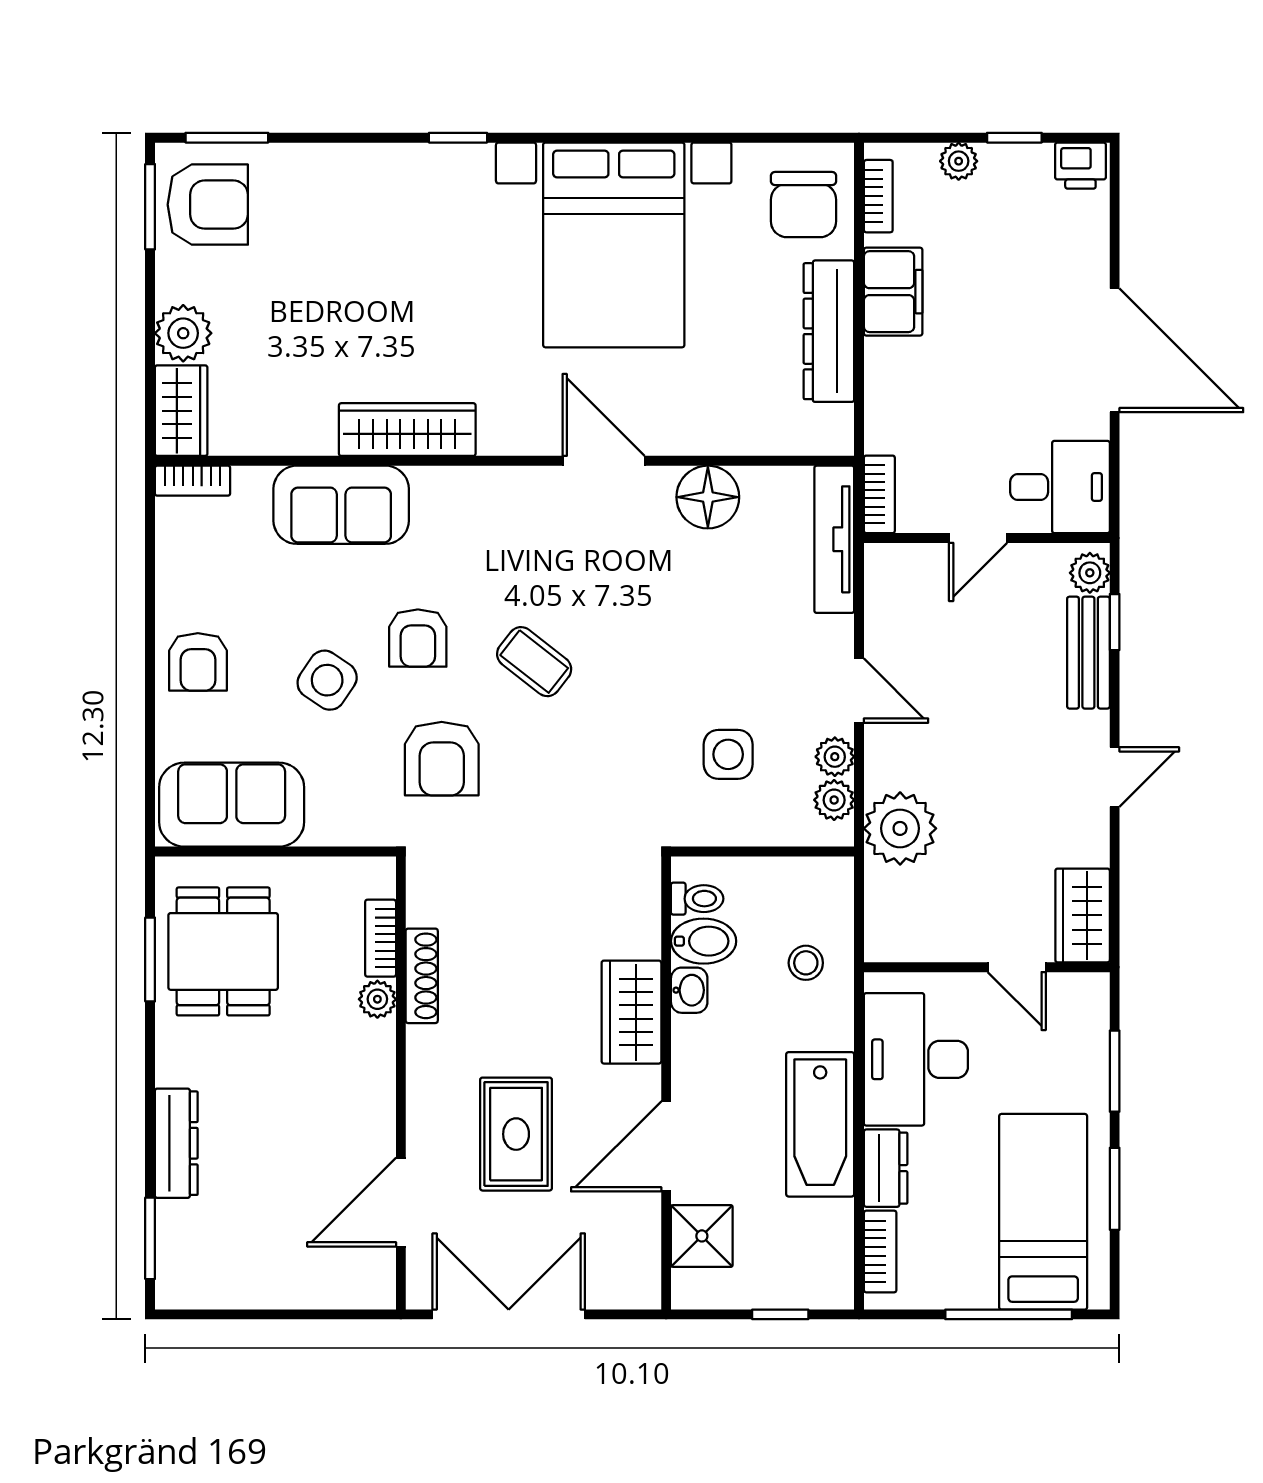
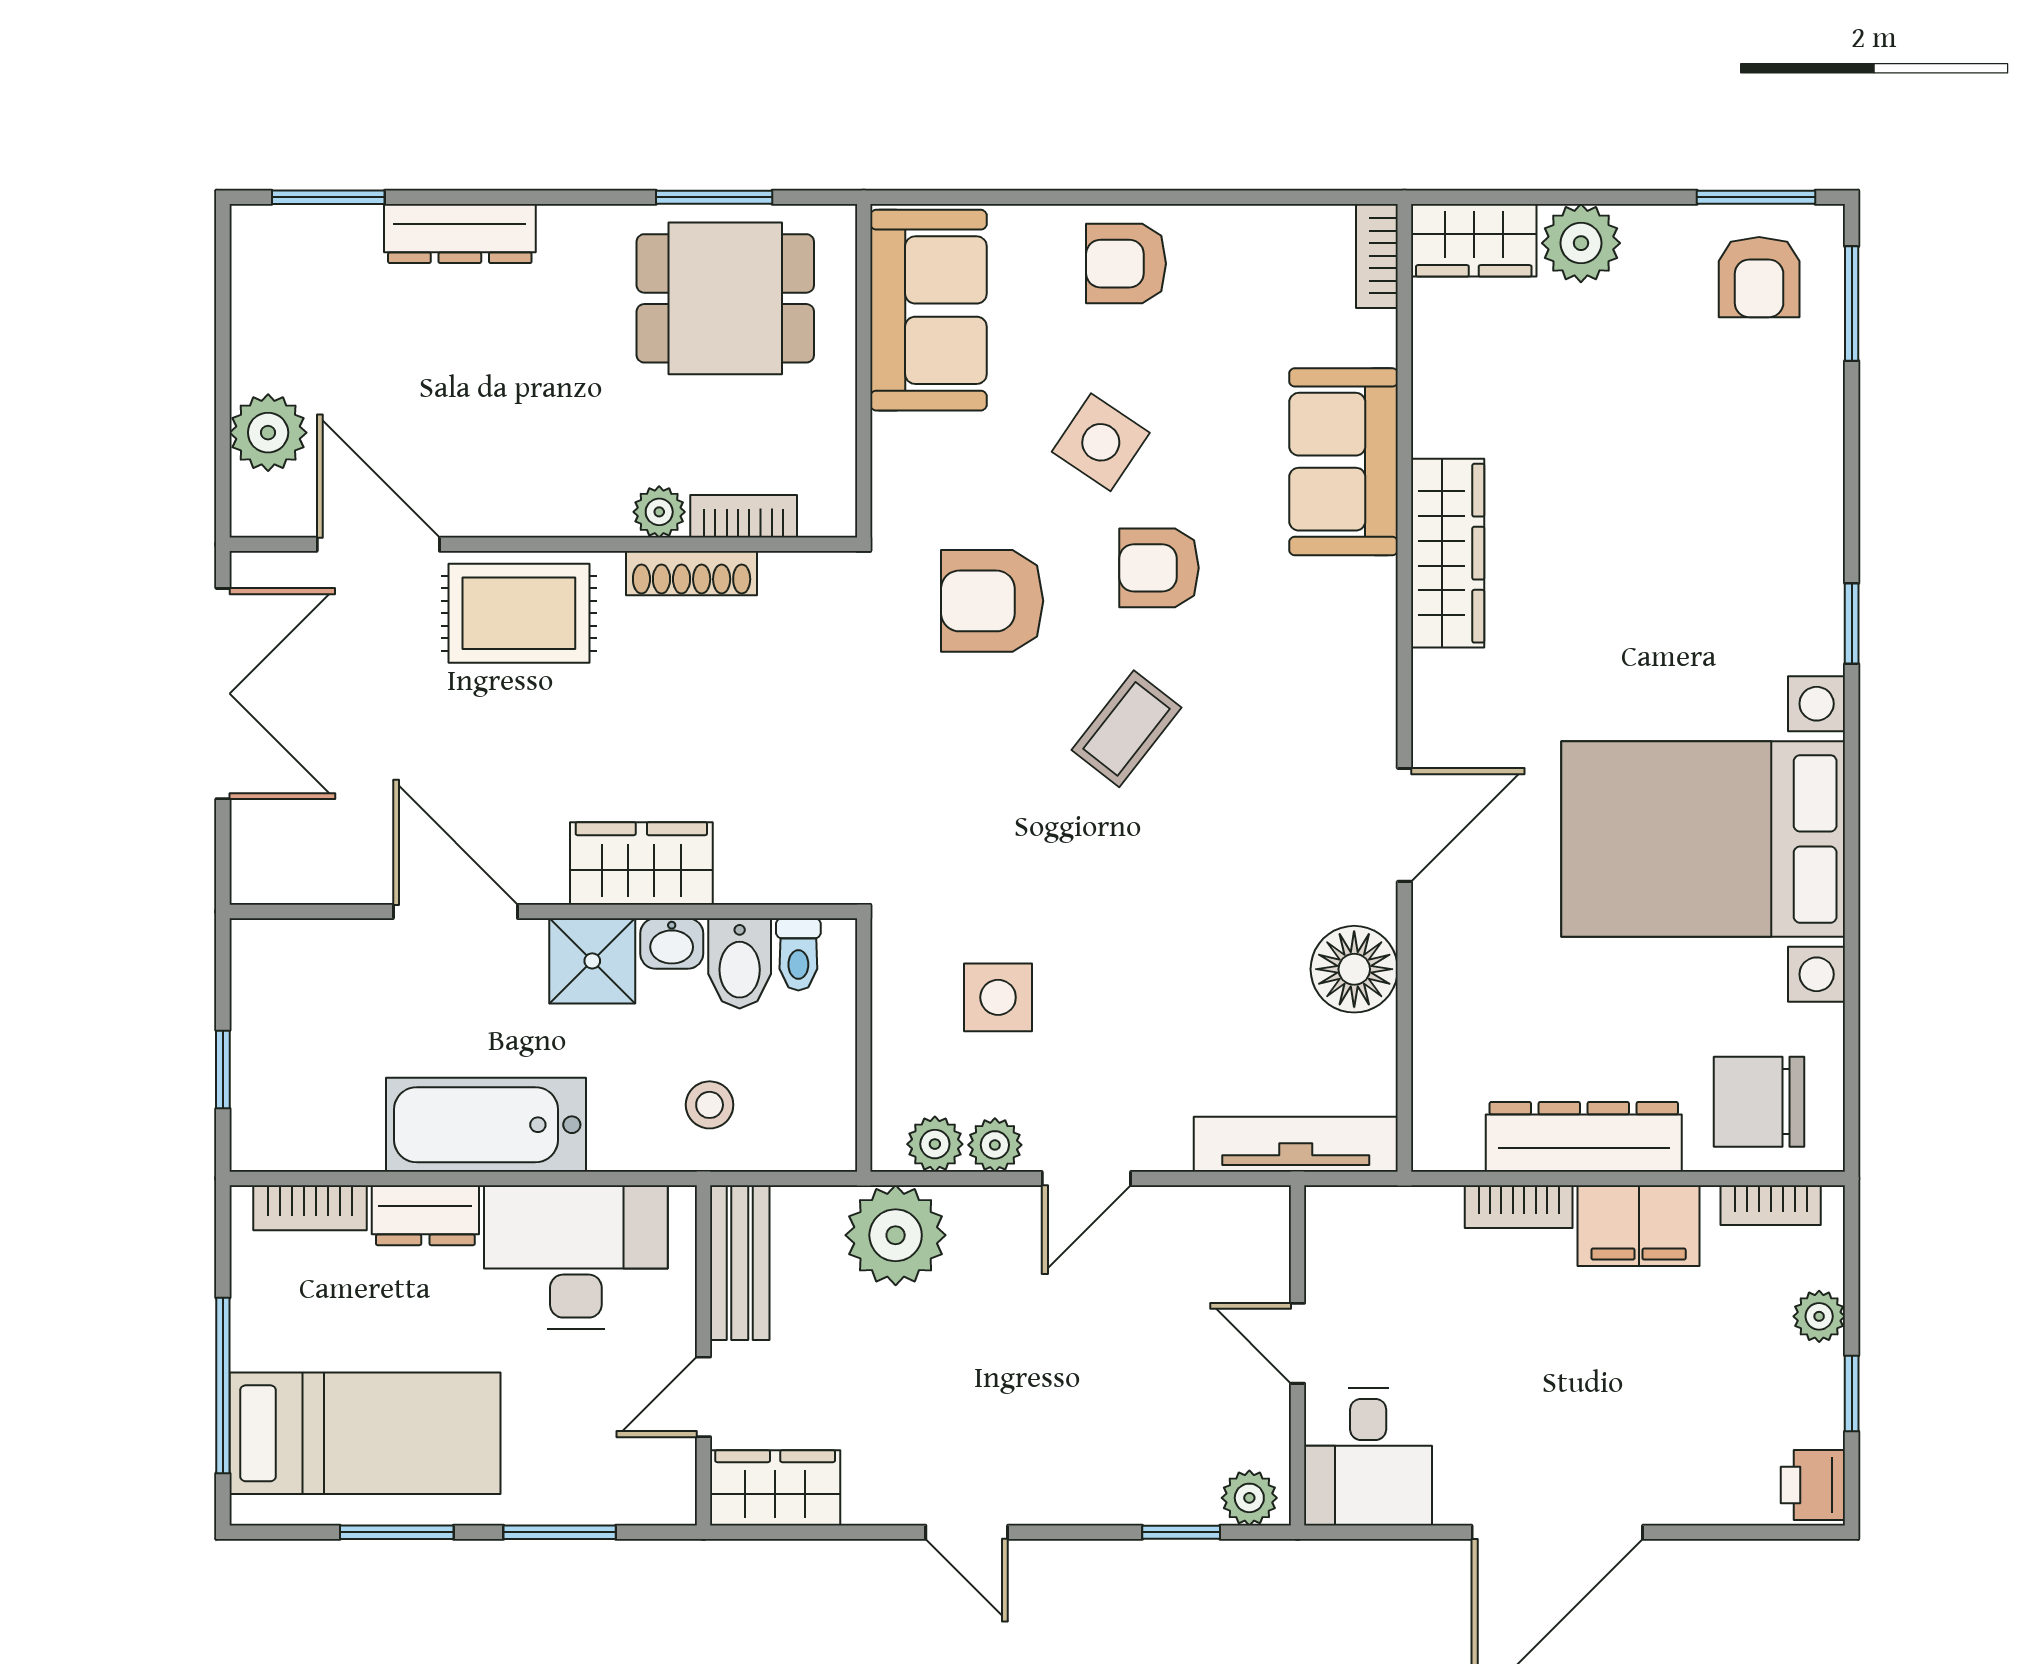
armchair: (208, 205) -> (1759, 277), width x0.72, depth x0.72
bookcase: (879, 494) -> (1519, 1207), moved
bench: (1088, 653) -> (740, 1263), moved, turned 90
rug: (516, 1134) -> (519, 613), moved
shower: (702, 1236) -> (592, 961), moved
plant: (320, 1282) -> (268, 433), added

